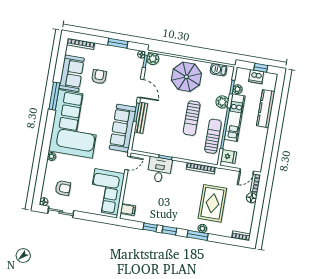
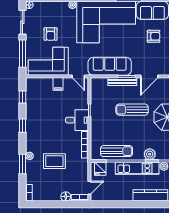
sun lounger: (192, 118) -> (132, 110), moved
desk: (159, 170) -> (77, 120), moved
door: (247, 171) -> (89, 188), swing flipped
armchair: (63, 188) -> (51, 34), moved
rug: (212, 203) -> (54, 161), width x0.73, depth x0.70
filing cabinet: (128, 210) -> (58, 84), moved
window: (94, 218) -> (22, 54), added
window: (150, 227) -> (22, 97), moved
window: (197, 235) -> (22, 164), moved

